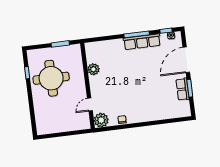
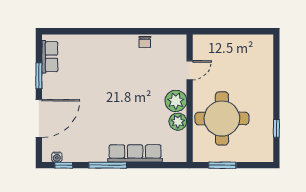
row of seats: (142, 42) -> (135, 153), moved
round table: (51, 78) -> (222, 118), moved
row of seats: (183, 89) -> (50, 57), moved
plant: (101, 120) -> (176, 101), moved

